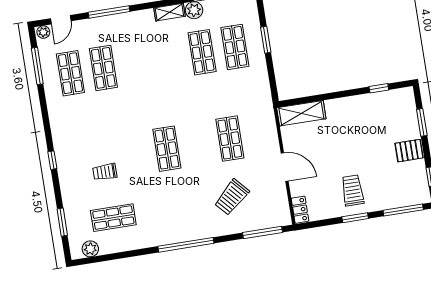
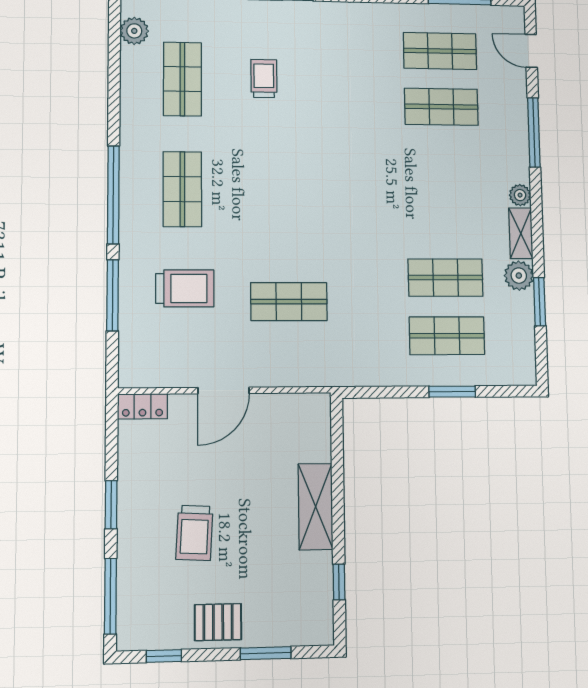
plant: (43, 32) -> (520, 195), moved
shelving: (301, 113) -> (316, 507), moved
shop shelf: (167, 149) -> (182, 189), moved, turned 90
pallet: (409, 151) -> (218, 622), turned 90
trolley: (353, 190) -> (194, 533), moved, turned 93
trolley: (232, 197) -> (185, 288), turned 132
window: (263, 233) -> (113, 295), moved

